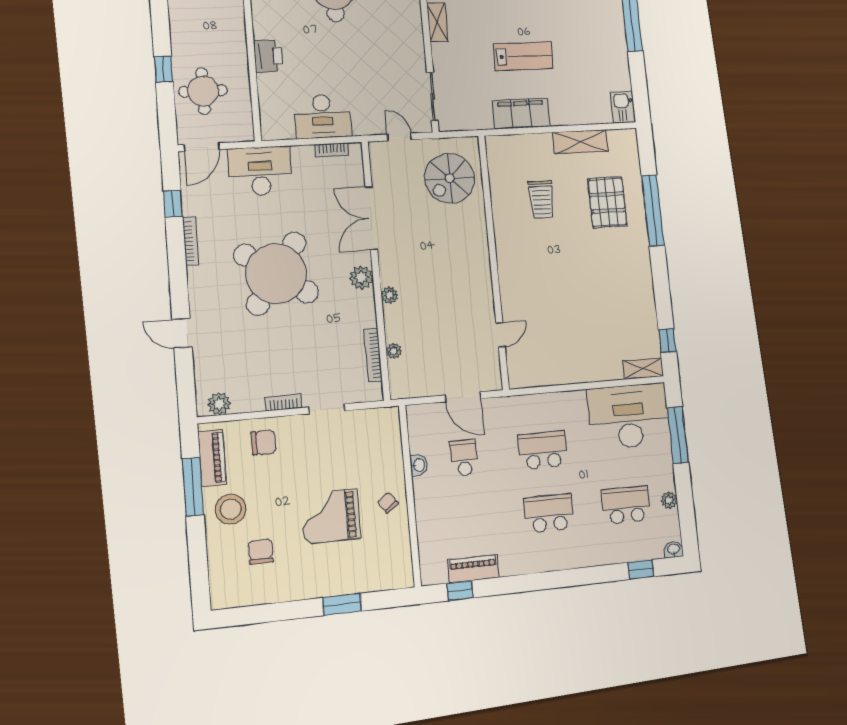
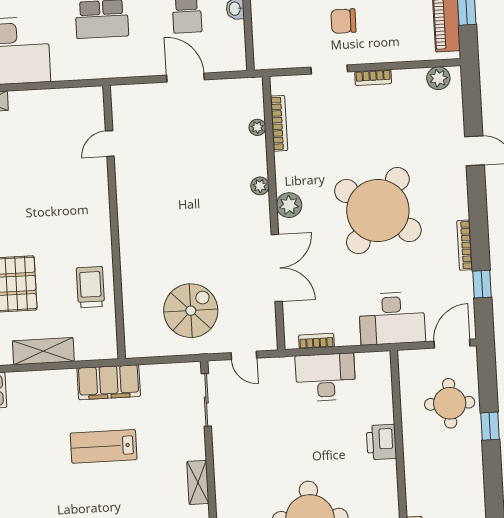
wall: (494, 262) -> (114, 222), moved
door: (501, 335) -> (110, 144), moved
chair: (263, 443) -> (343, 21), moved

